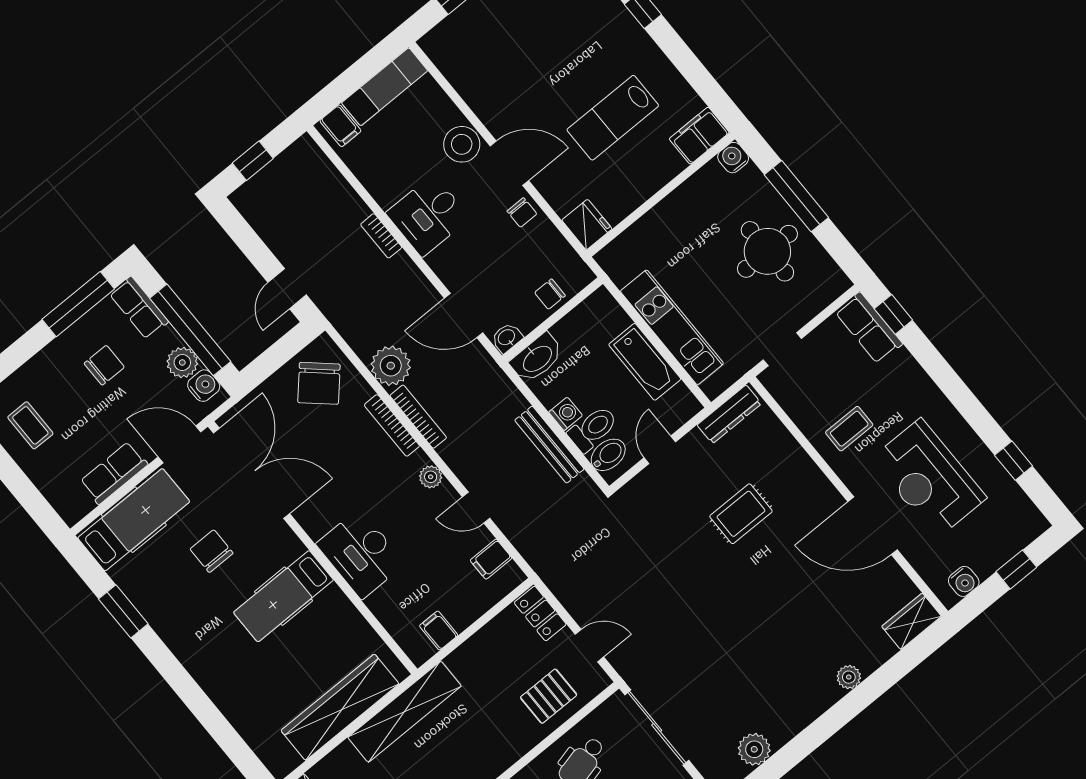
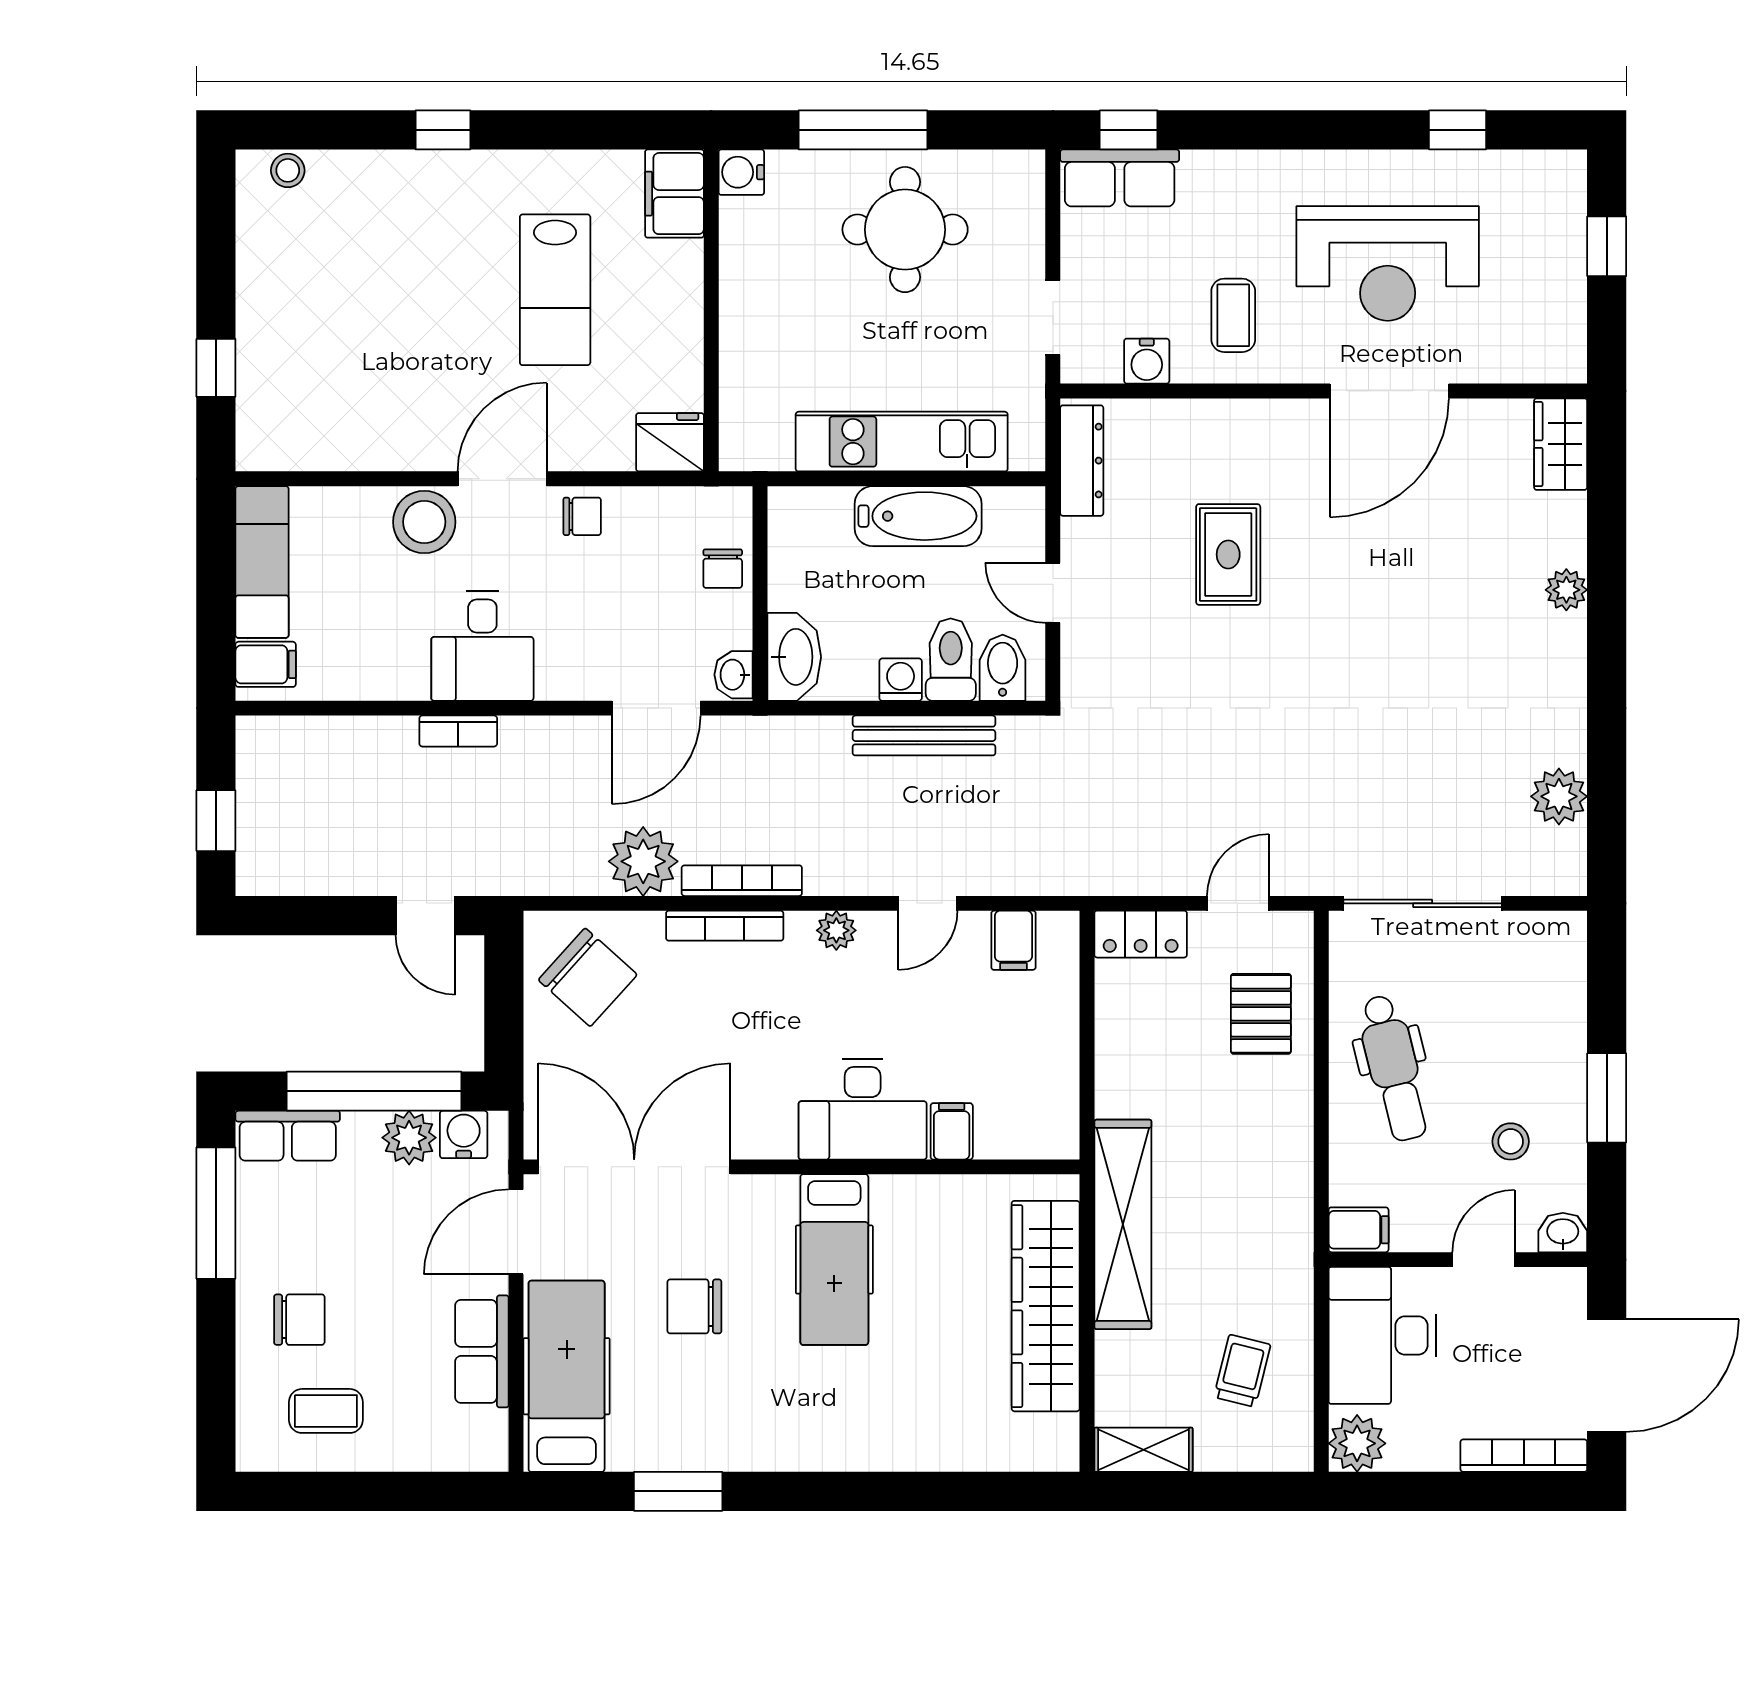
chair: (104, 365) -> (299, 1320), moved, turned 90
water cooler: (964, 581) -> (1147, 361), moved, turned 90
filing cabinet: (439, 631) -> (952, 1131), moved, turned 90

